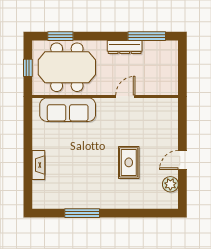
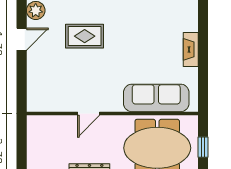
rug: (129, 162) -> (85, 36), turned 90
fireplace: (38, 165) -> (191, 49), moved

